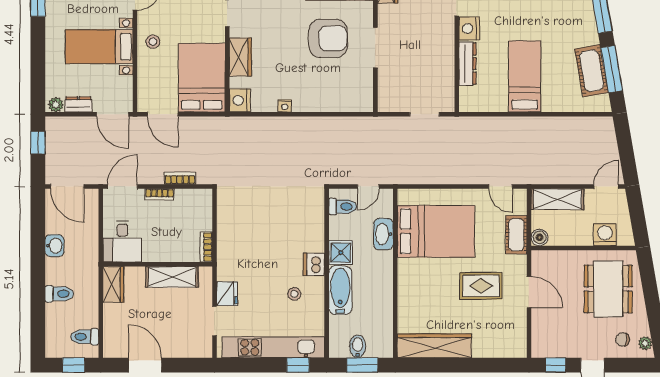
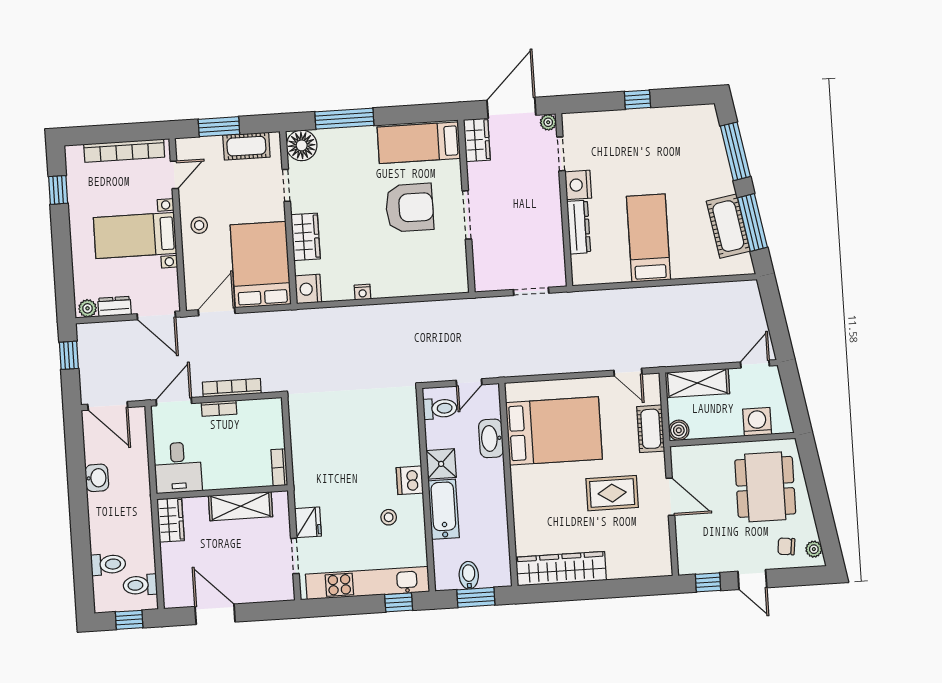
door: (163, 114) -> (217, 312), swing flipped
bookcase: (180, 178) -> (232, 388), width x1.56
toilet: (59, 294) -> (108, 564), moved

